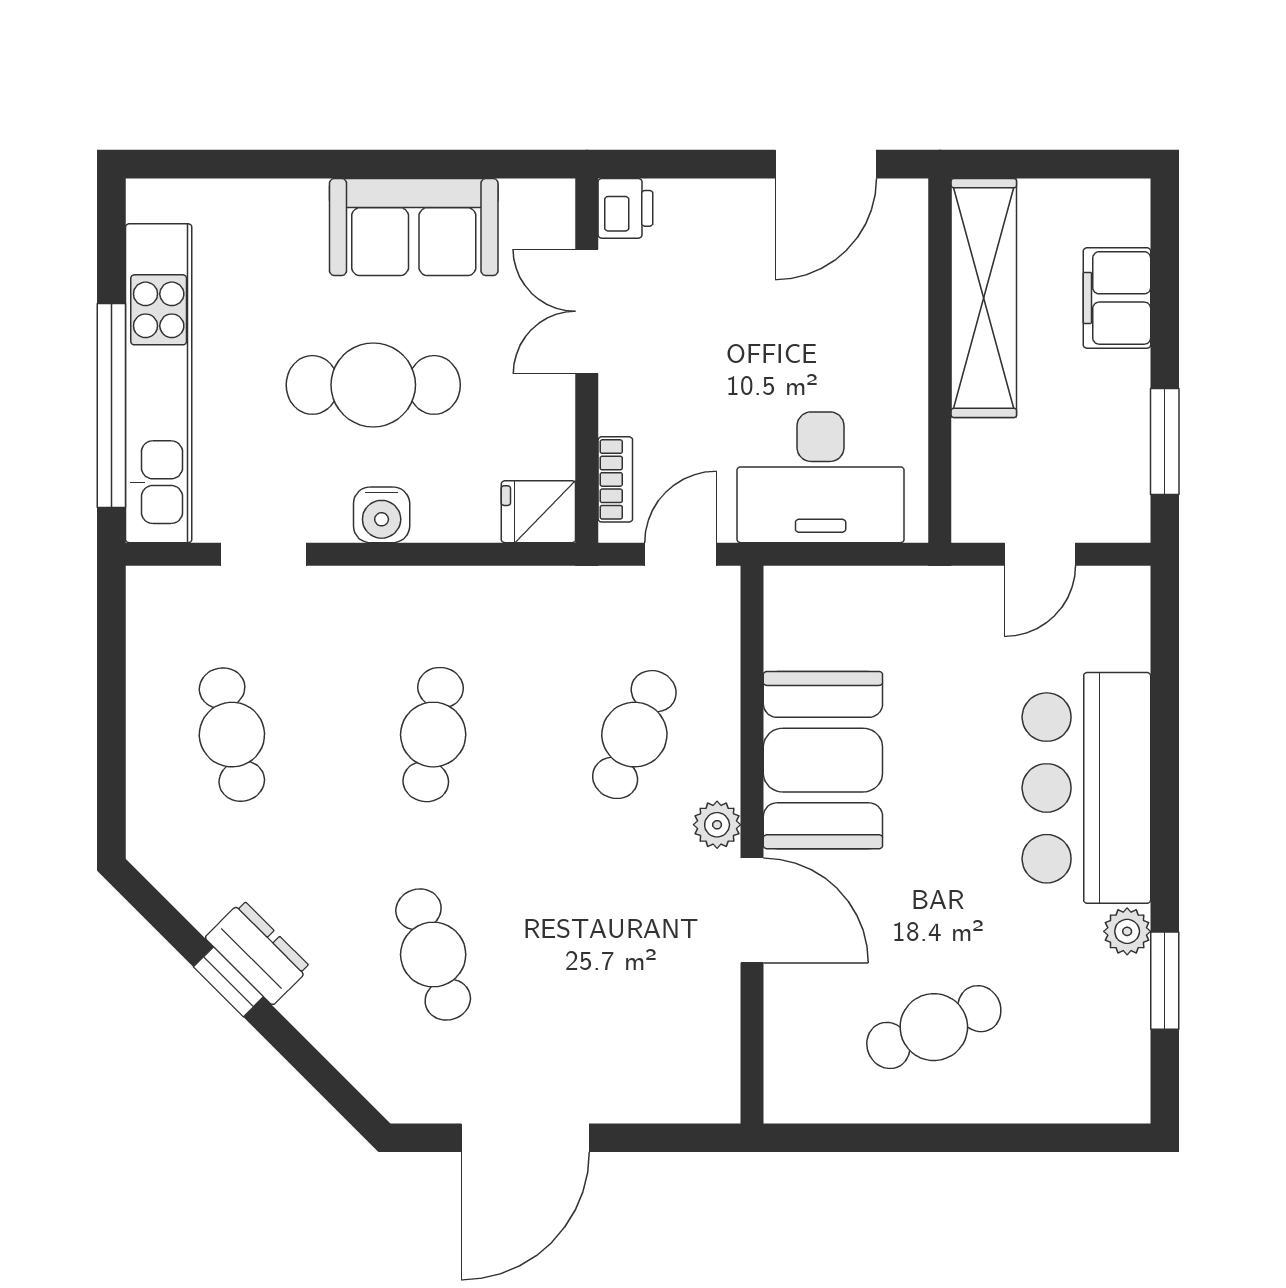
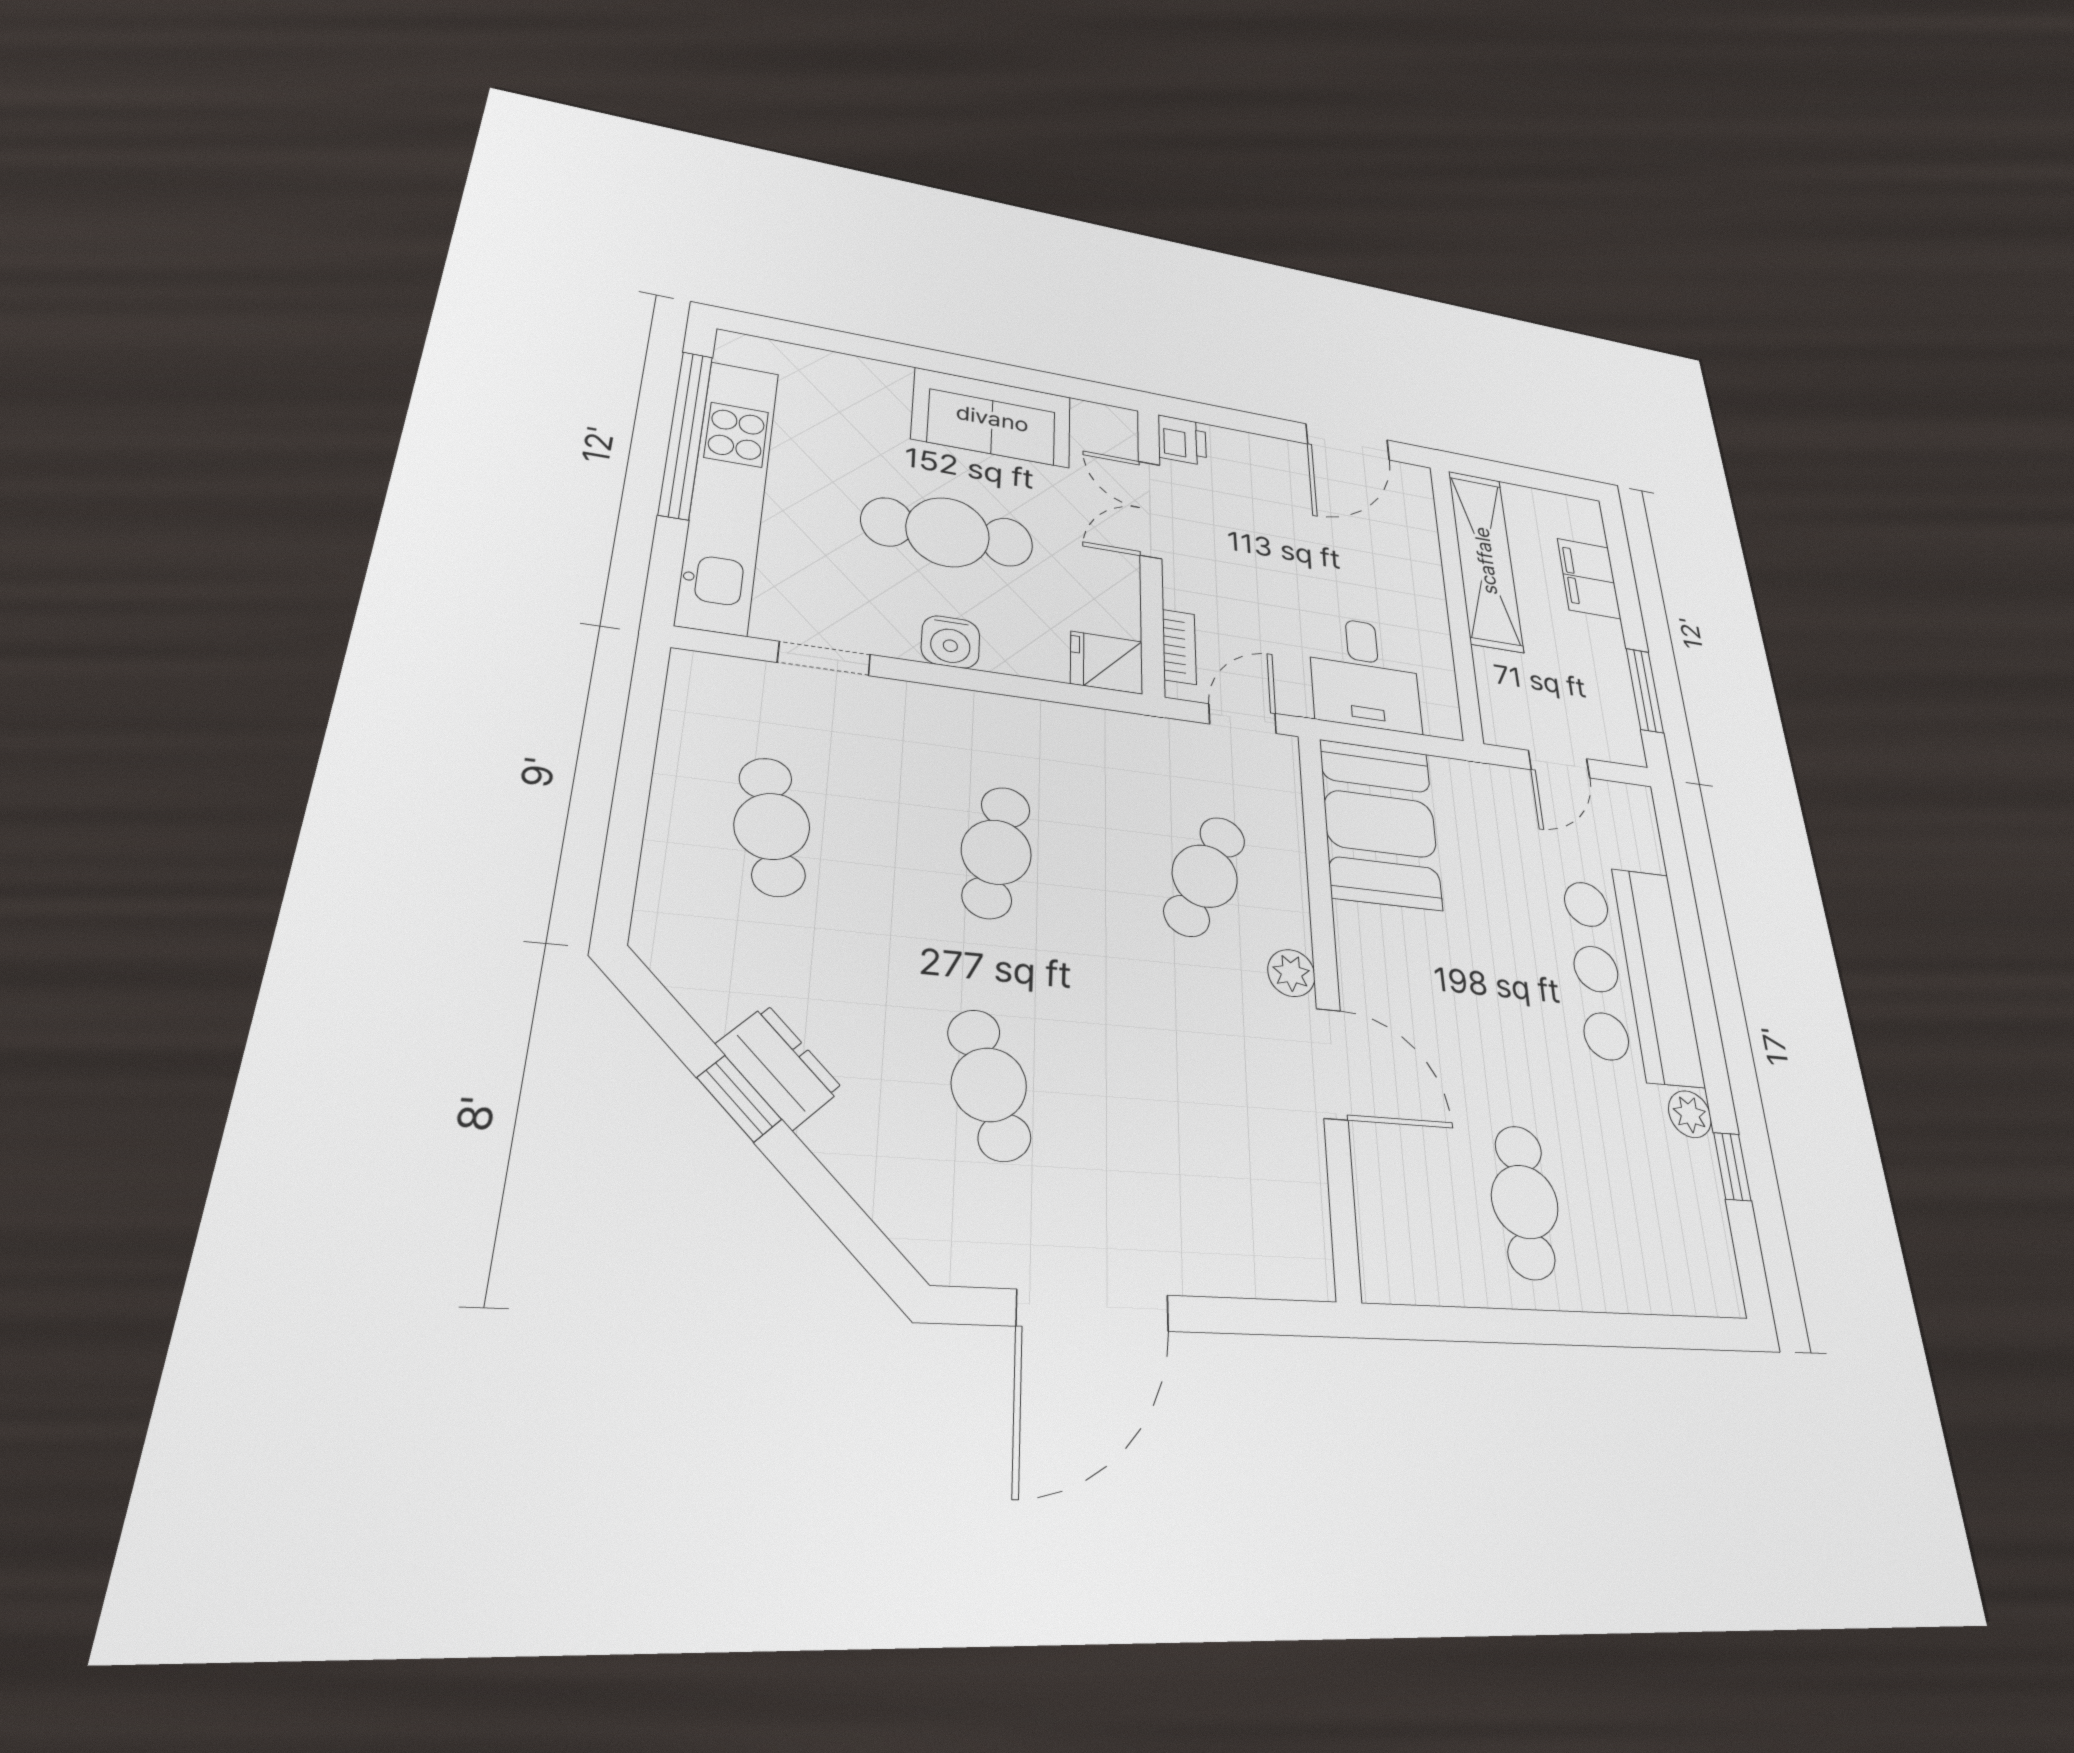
window: (111, 406) -> (686, 434), moved
desk: (821, 477) -> (1365, 674), width x0.73
booth: (823, 760) -> (1380, 824), moved
window: (1165, 981) -> (1732, 1167), width x0.67
cafe table: (934, 1027) -> (1525, 1202), turned -68

